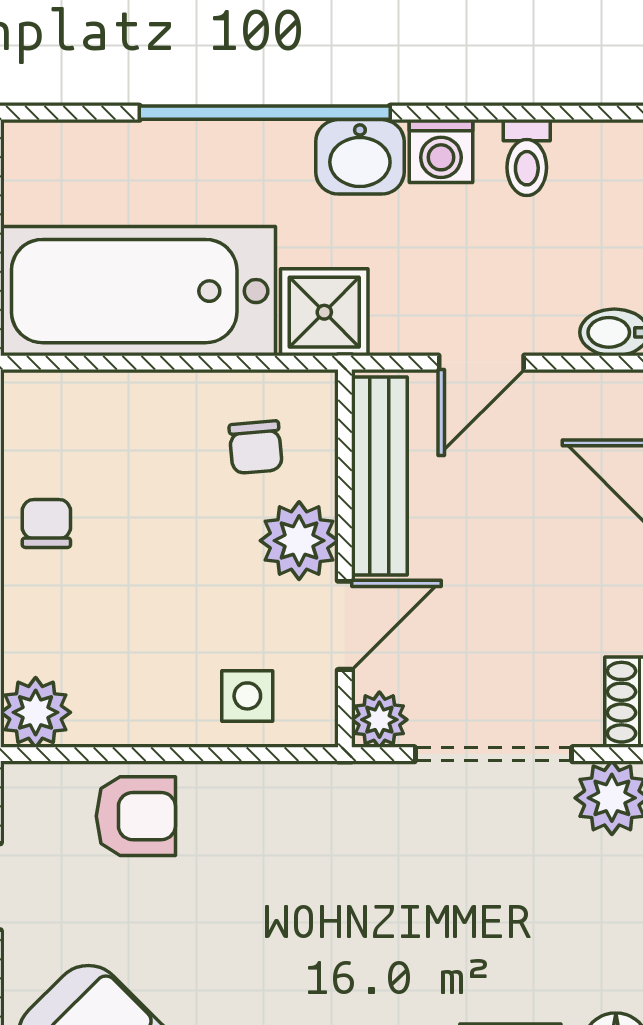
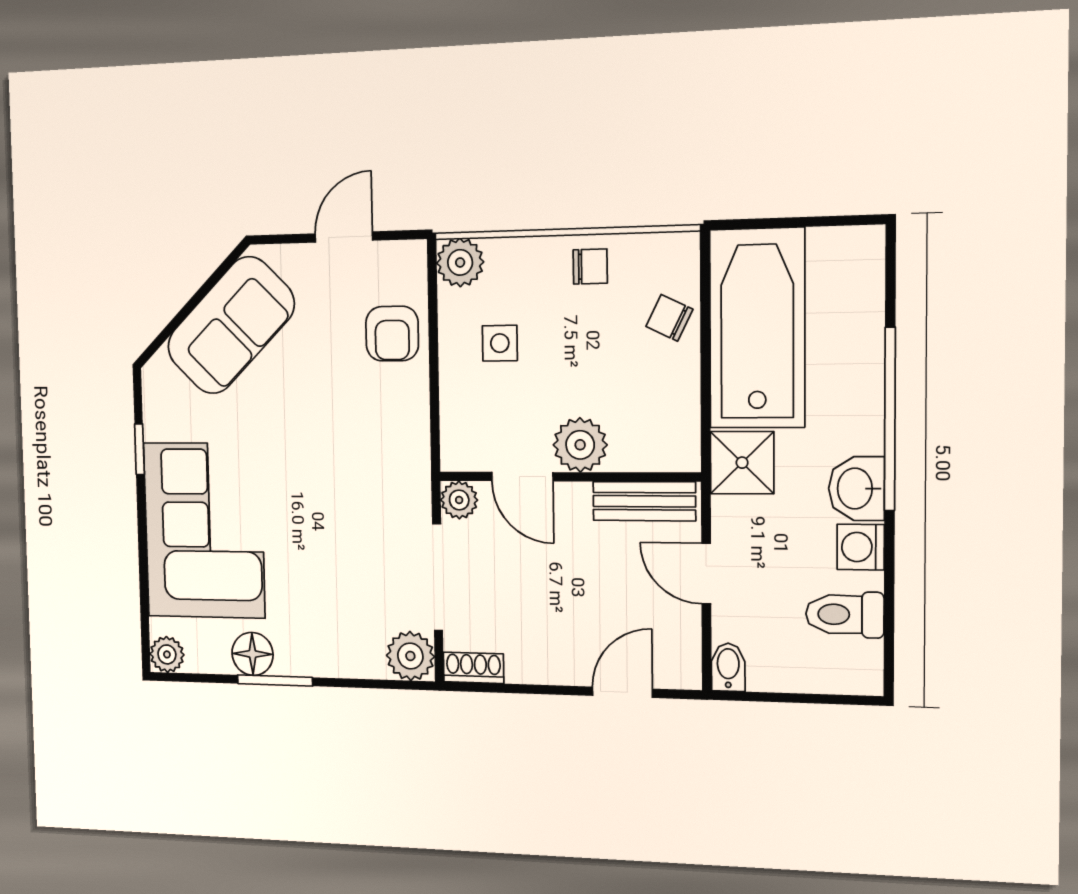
toilet: (527, 158) -> (845, 614), width x1.37, depth x1.39
chair: (256, 447) -> (669, 318), moved, turned 31
bench: (379, 476) -> (644, 501), width x0.73
side table: (247, 696) -> (500, 343), moved

